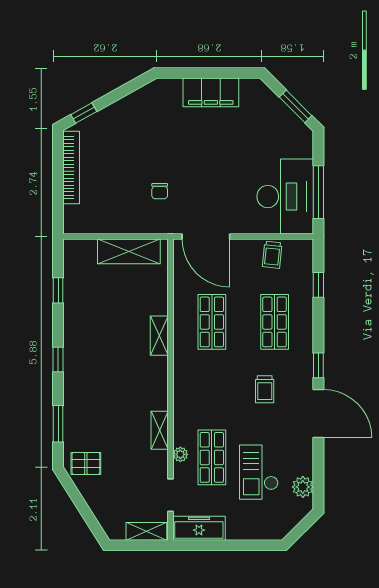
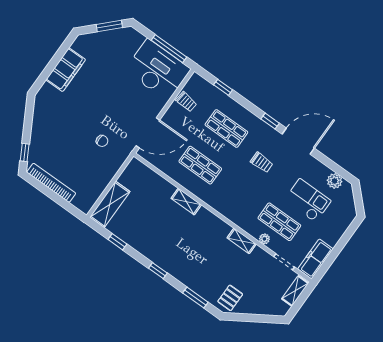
shelving: (129, 251) -> (110, 204), moved
checkout: (259, 472) -> (308, 200), turned 180

